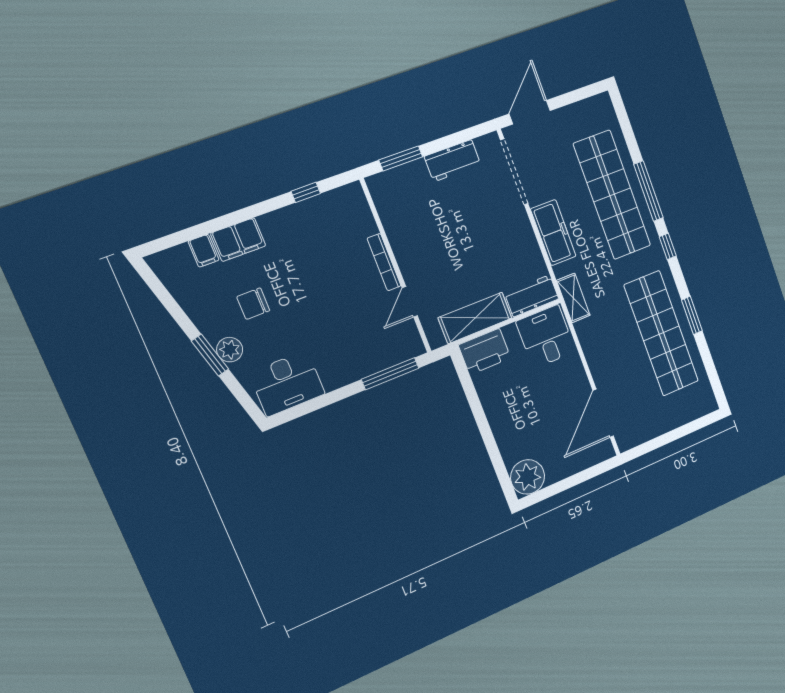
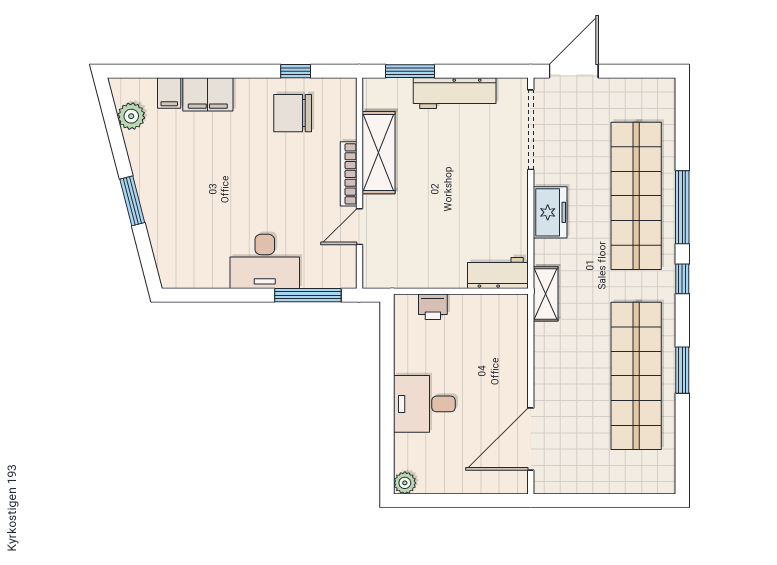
workbench: (453, 161) -> (455, 93), width x1.38
freezer: (553, 233) -> (550, 212), width x0.71
chair: (253, 304) -> (293, 113), moved, width x1.37, depth x1.37
shelving: (475, 318) -> (379, 153), moved, turned 90
desk: (546, 337) -> (424, 404), moved, turned -90
plant: (230, 350) -> (131, 116), moved
printer: (485, 351) -> (433, 307), width x0.53, depth x0.68
desk: (287, 383) -> (265, 261), moved
plant: (528, 477) -> (405, 483), width x0.53, depth x0.53

